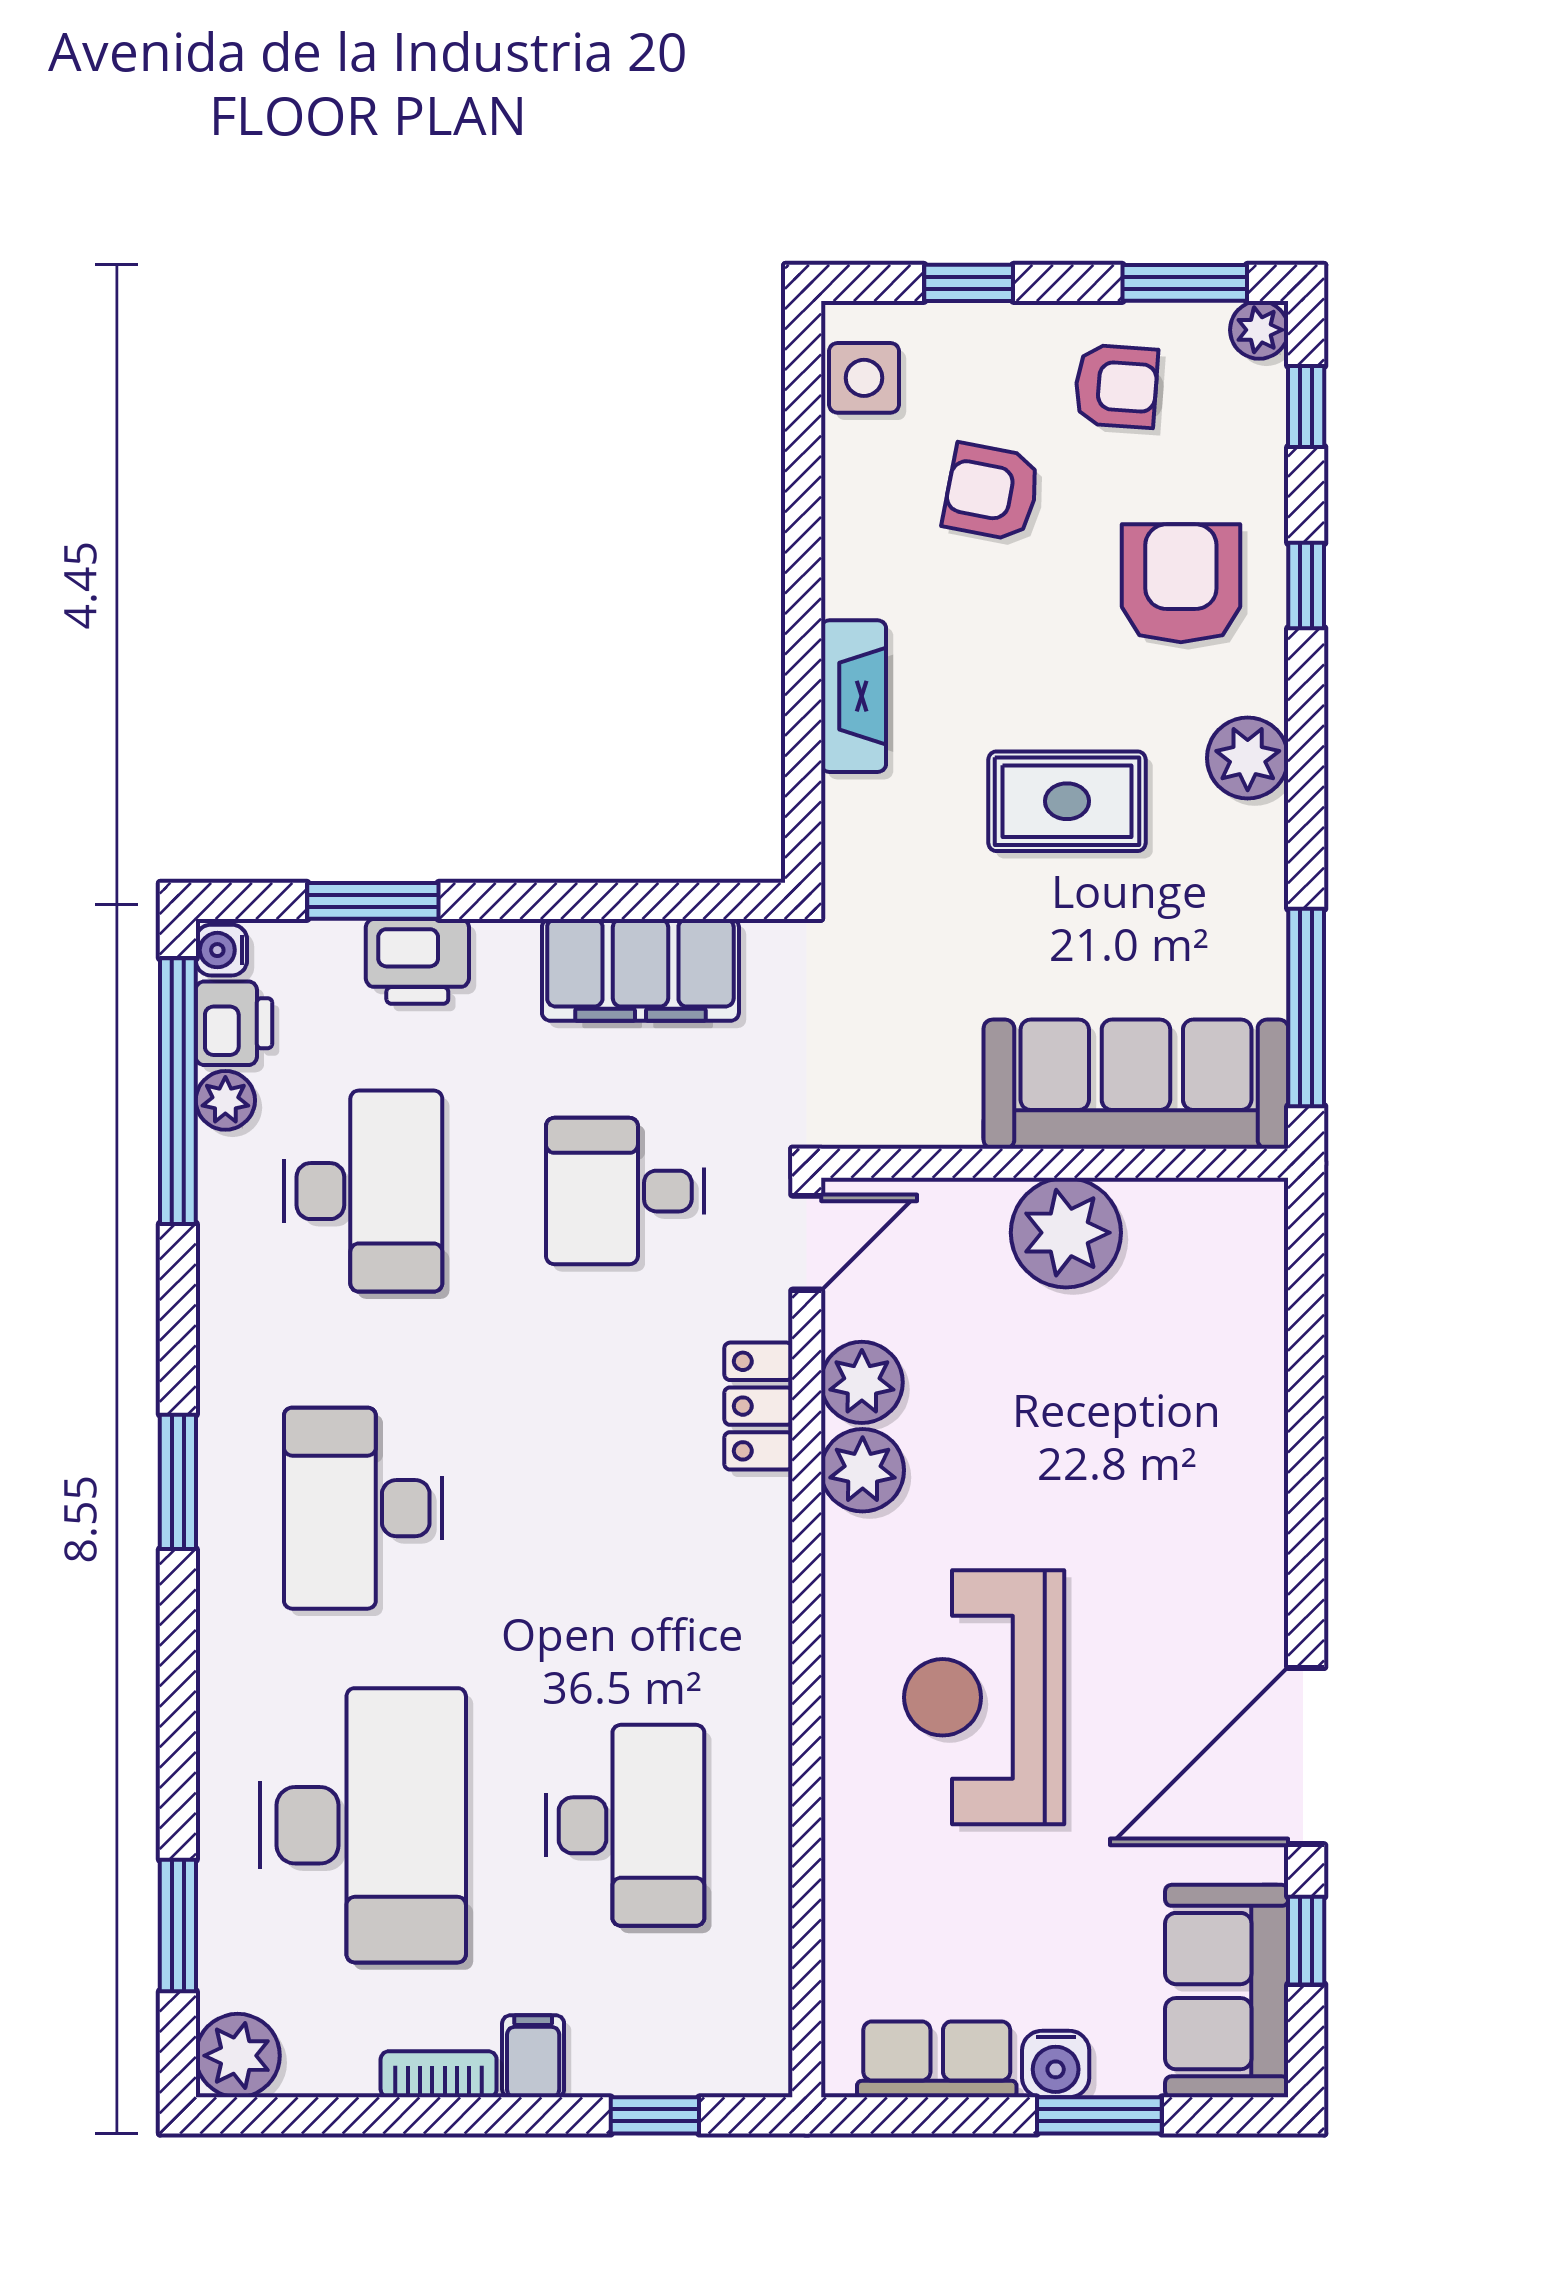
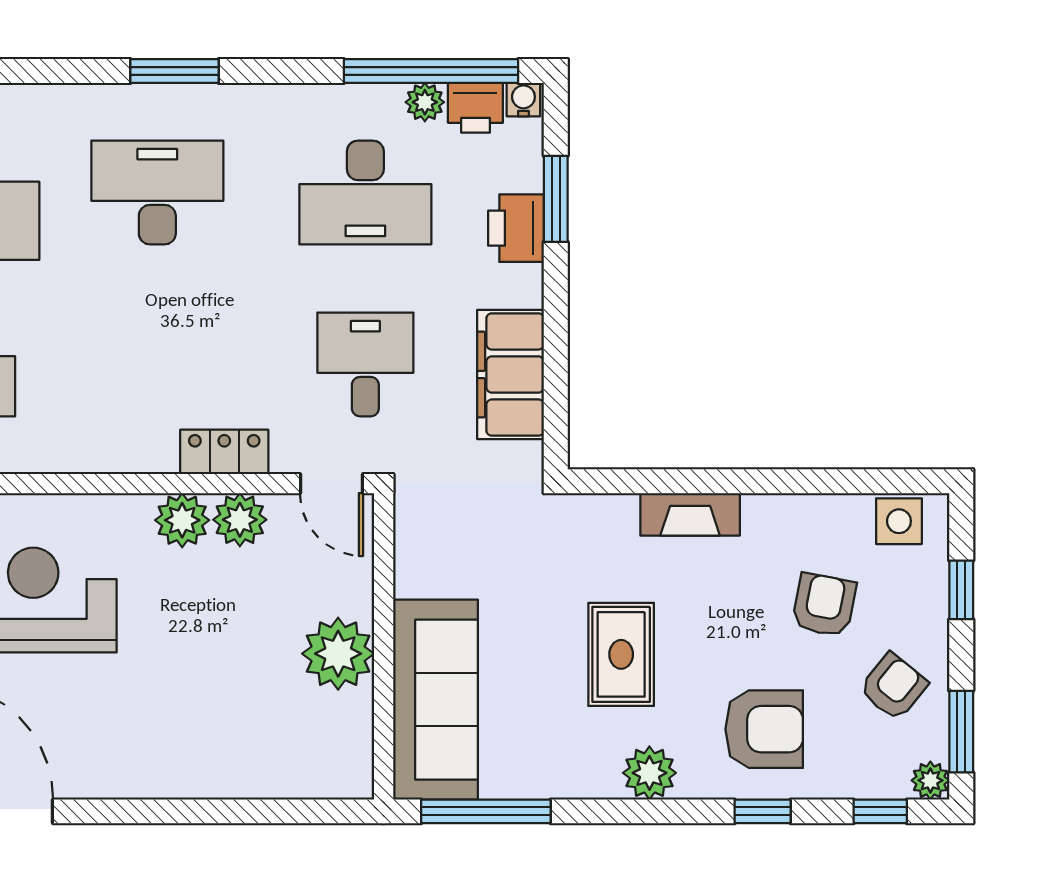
armchair: (1116, 386) -> (893, 687), turned -145

